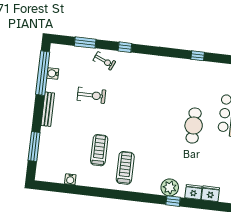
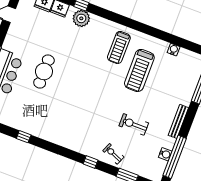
treadmill: (99, 150) -> (139, 70), width x1.37, depth x1.38

